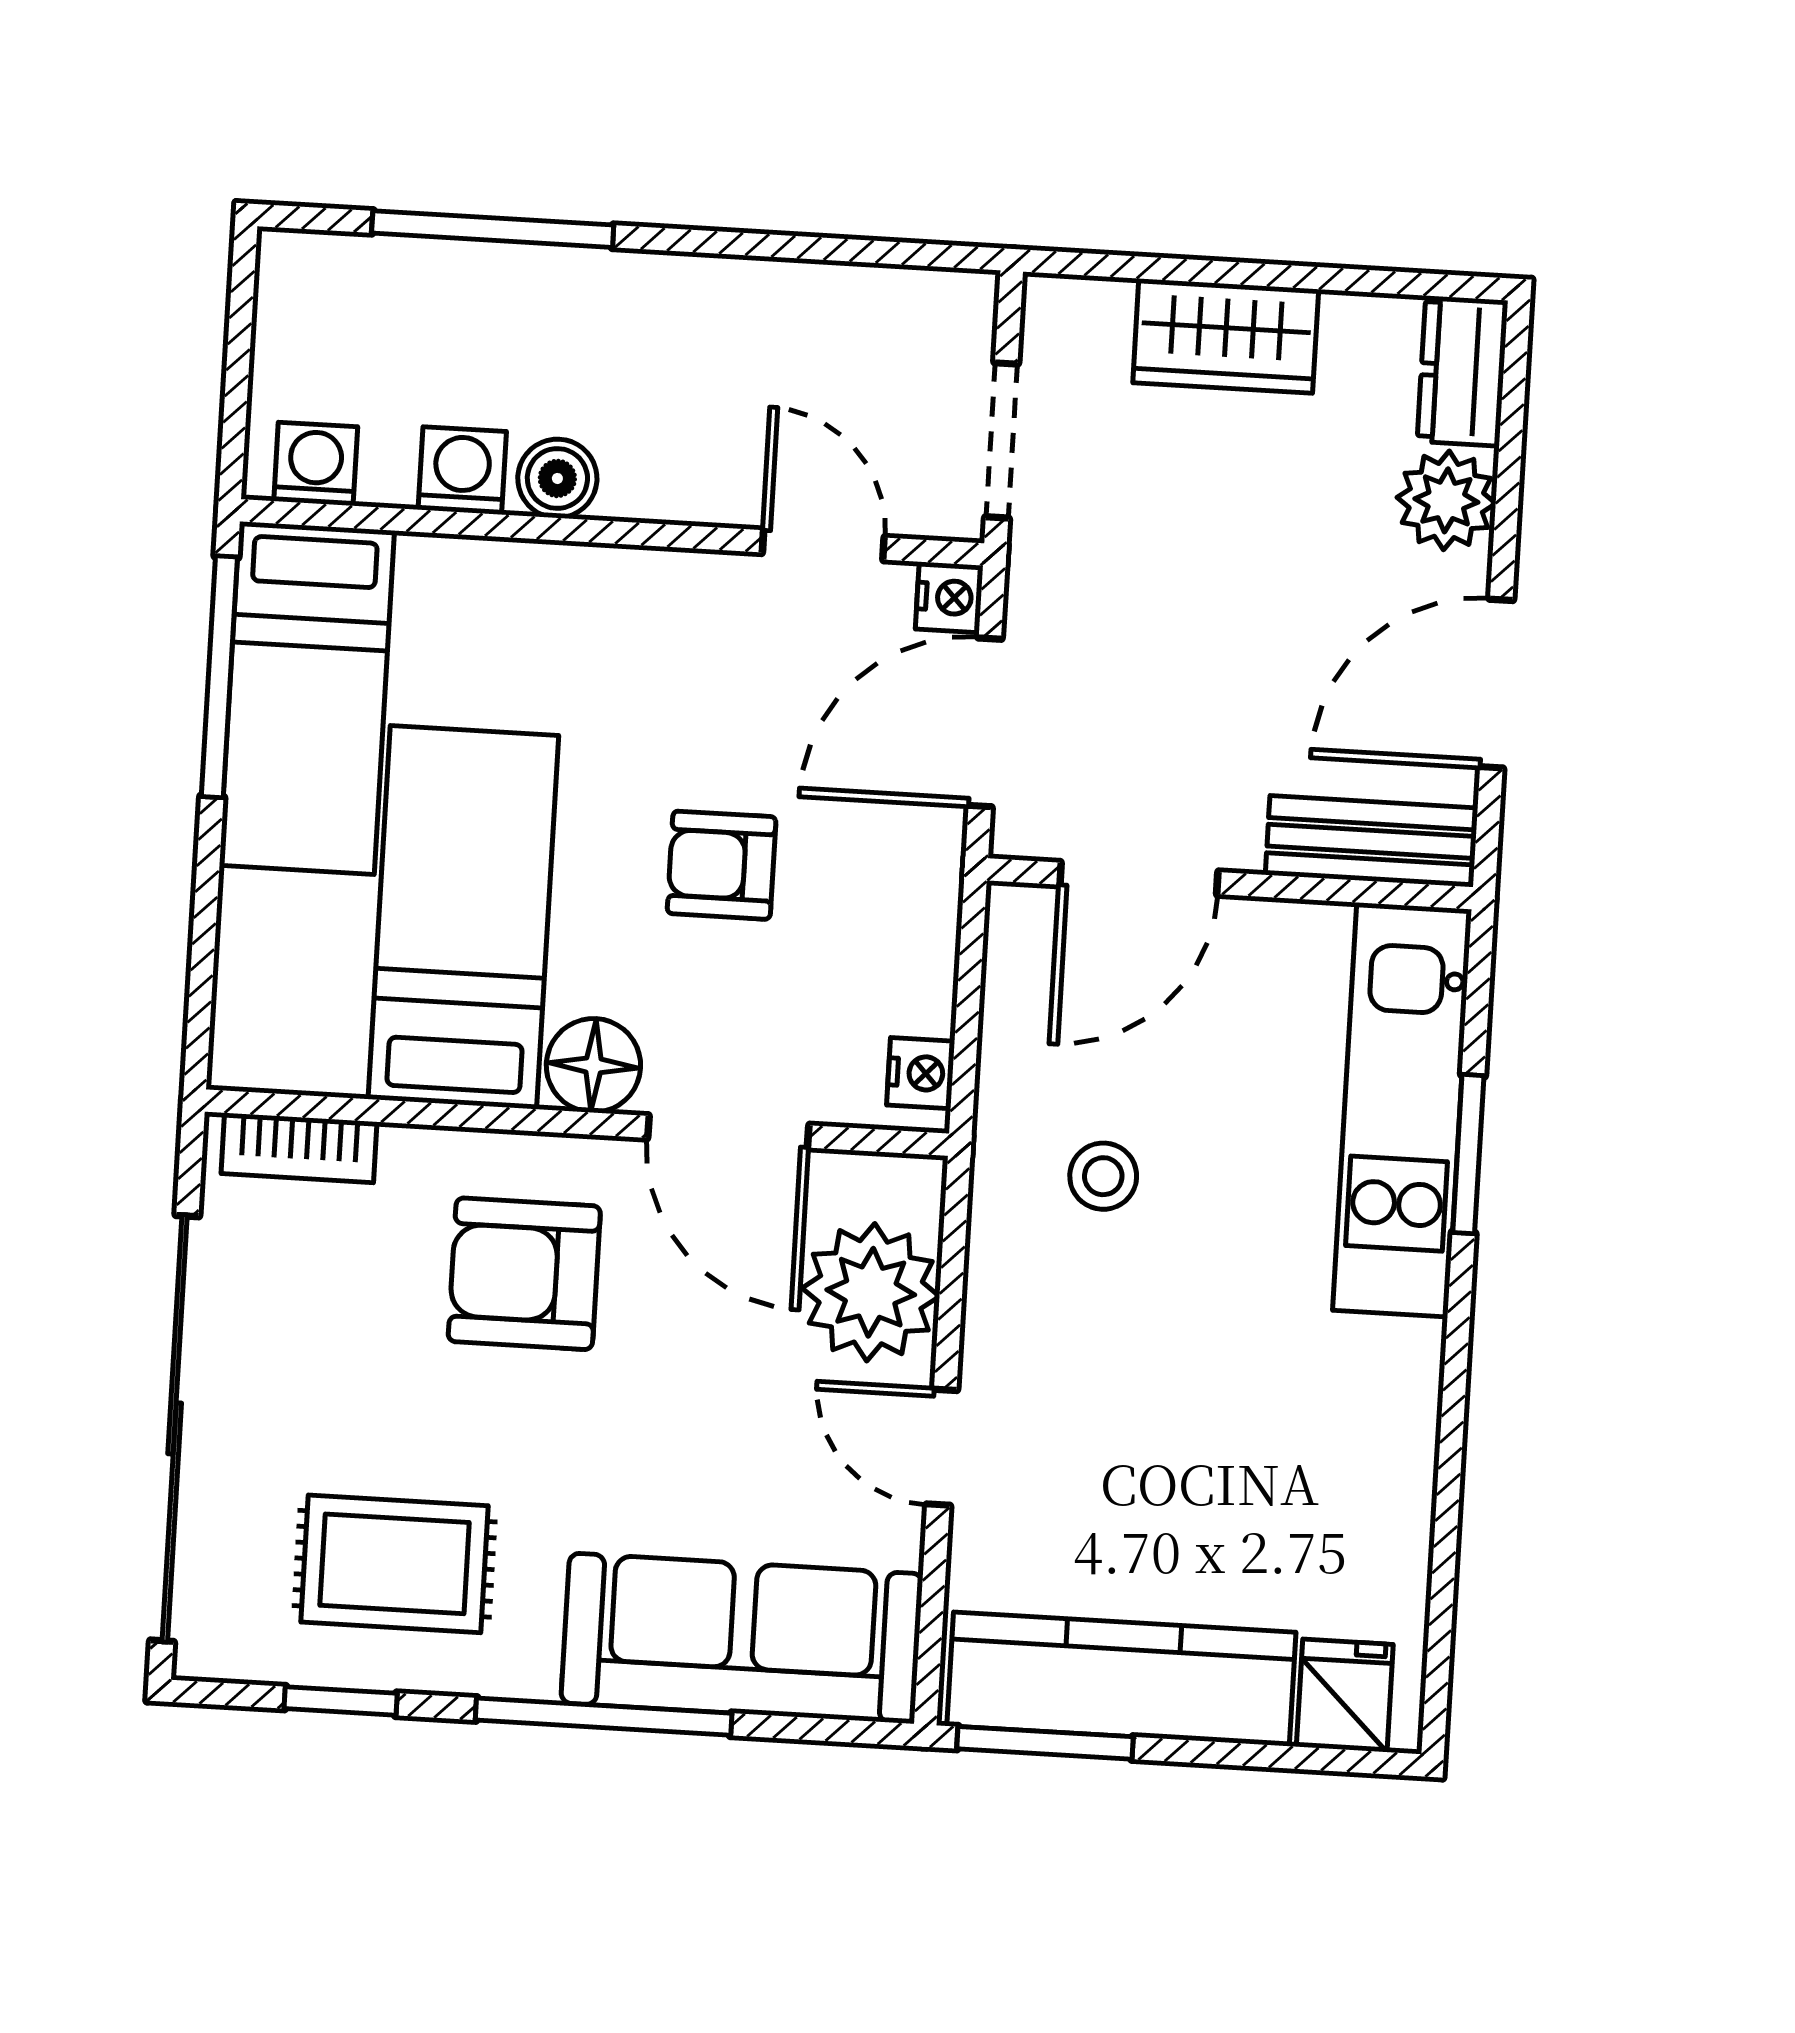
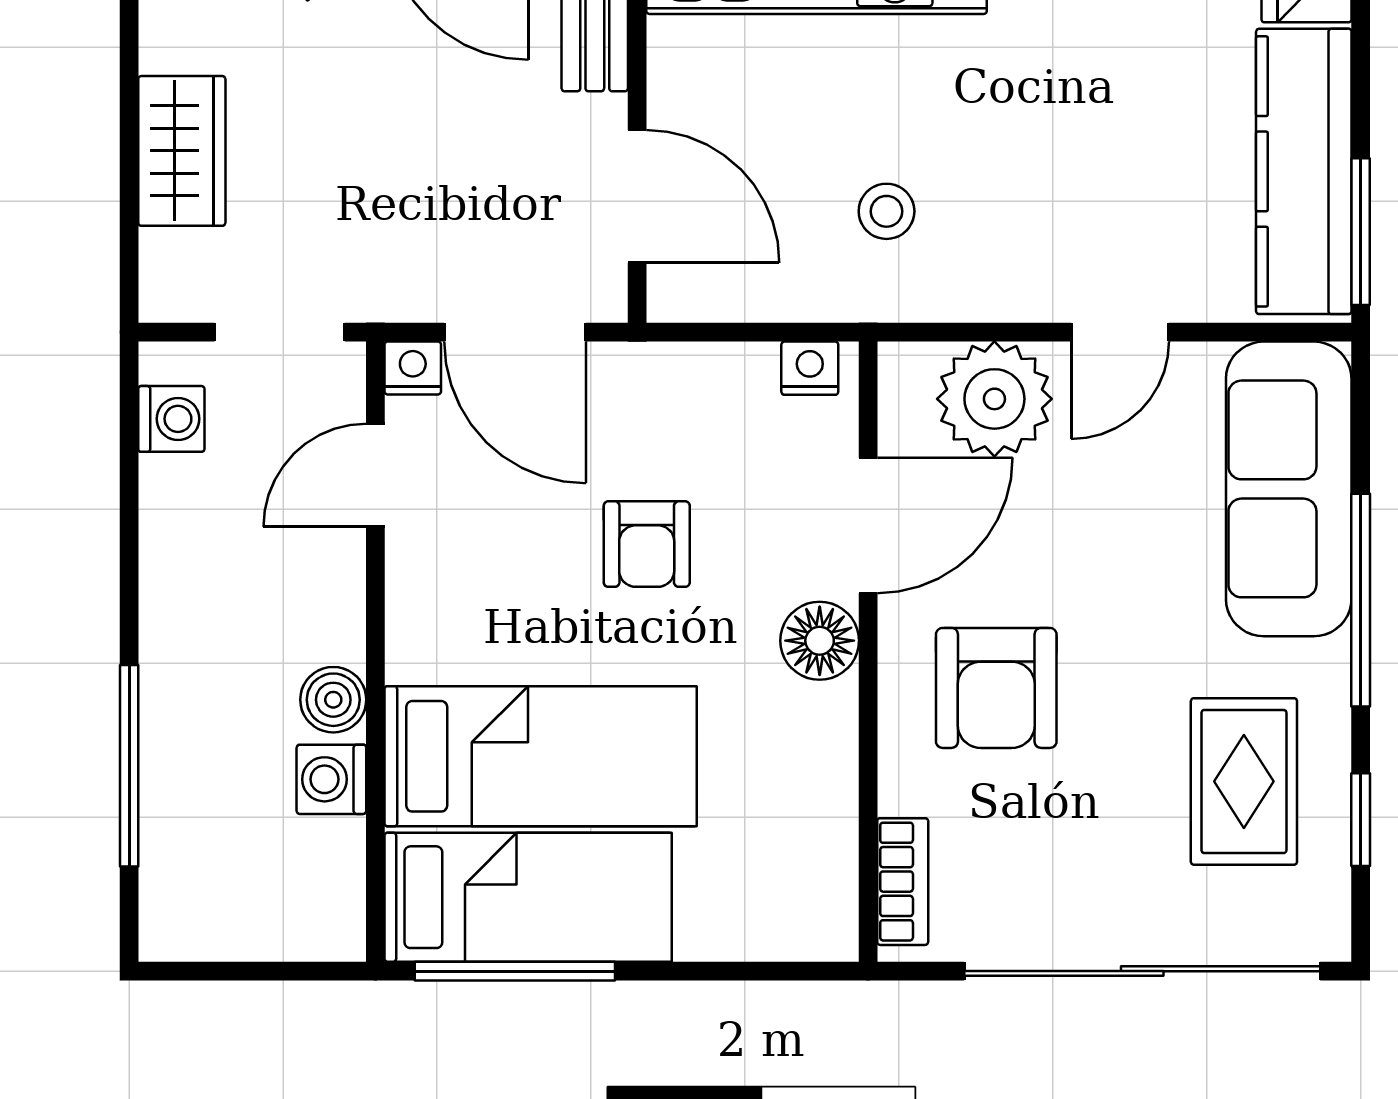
washing machine: (316, 464) -> (171, 419), moved, turned 180
bed: (463, 917) -> (541, 756), moved, turned 180

